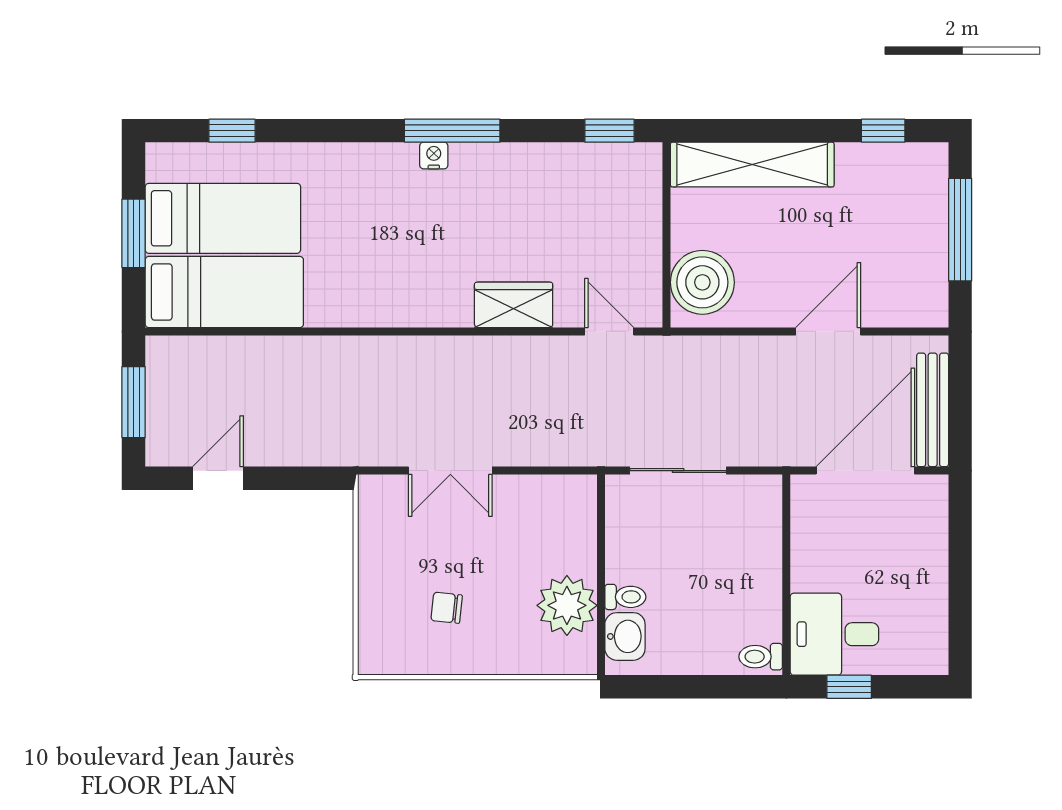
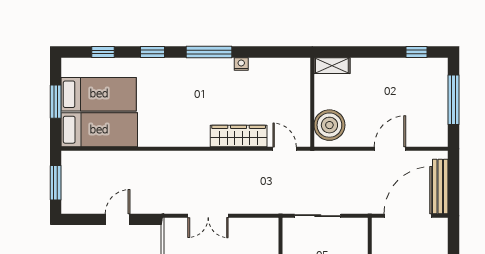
window: (609, 131) -> (152, 52), moved
nightstand: (434, 156) -> (241, 64), moved
shelving: (752, 165) -> (332, 66), width x0.45, depth x0.75
wardrobe: (514, 305) -> (239, 136), width x1.50
door: (218, 478) -> (118, 219), moved

